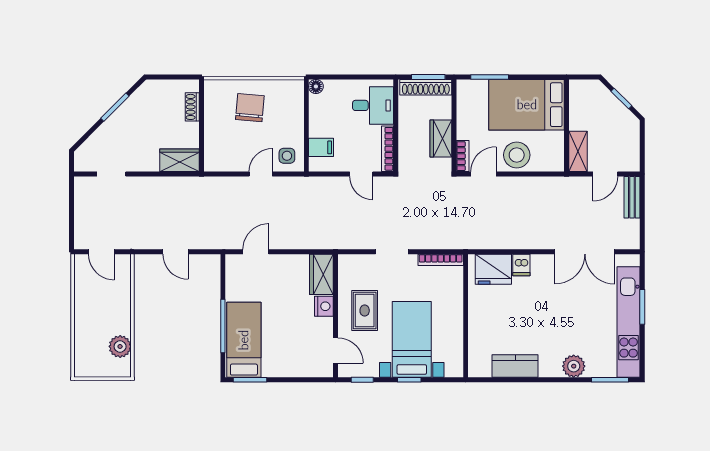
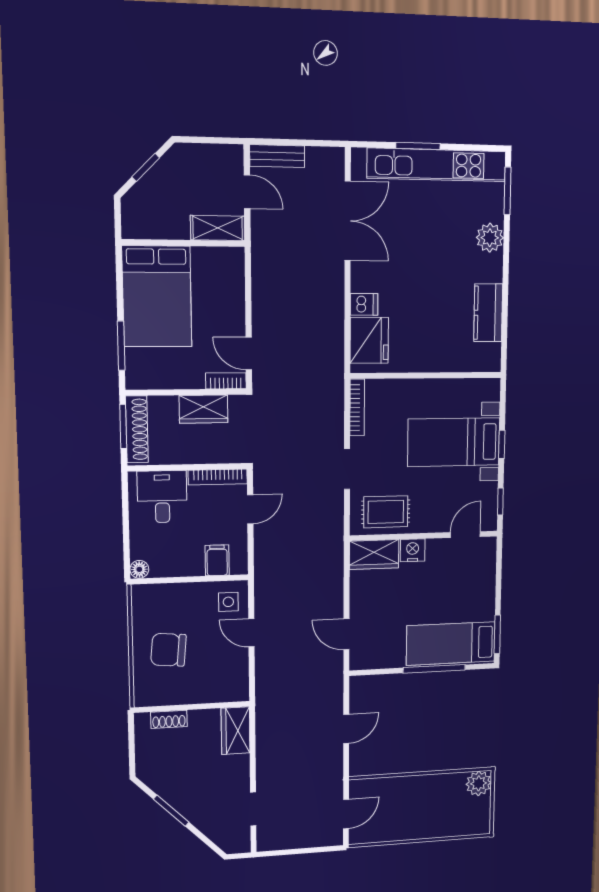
stool: (517, 155) -> (224, 310), removed
rug: (365, 311) -> (386, 512), moved
plant: (120, 346) -> (479, 783), moved

